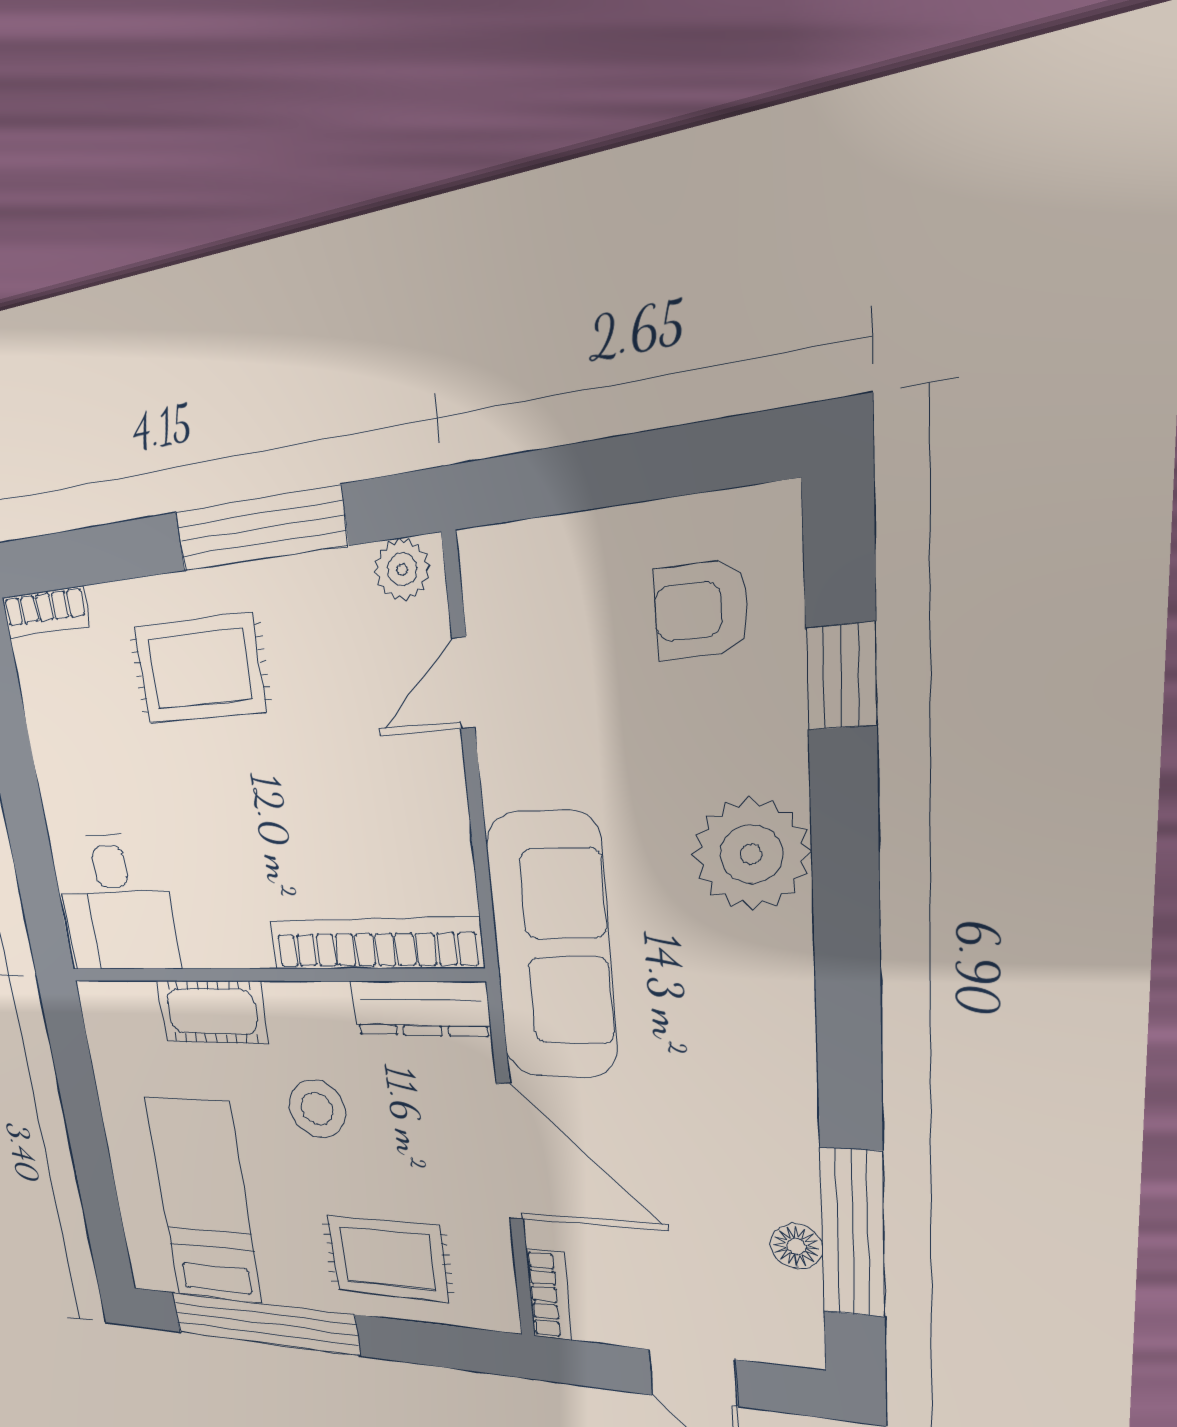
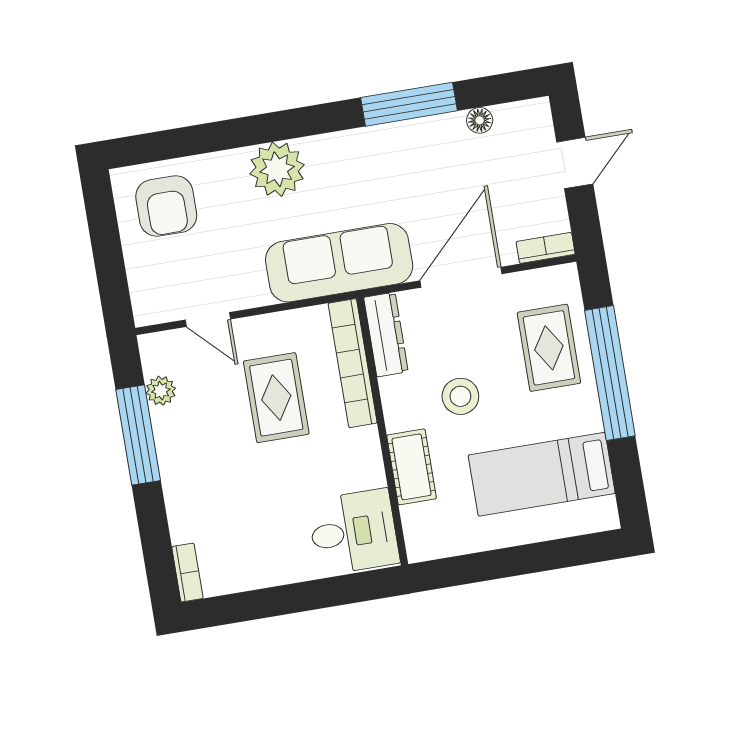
plant: (402, 569) -> (161, 391), moved
armchair: (701, 610) -> (166, 206), width x1.38, depth x1.38
rug: (200, 669) -> (276, 398), moved
window: (841, 677) -> (192, 141), removed
window: (853, 1233) -> (409, 104), moved
window: (264, 1324) -> (610, 373), moved

